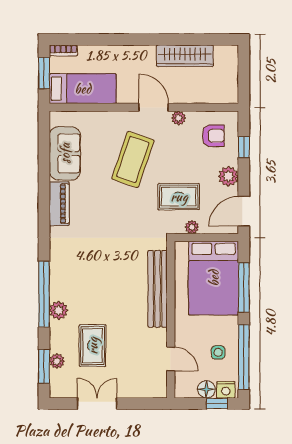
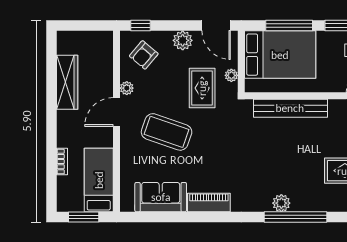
bookcase: (63, 50) -> (62, 162), moved
armchair: (213, 136) -> (144, 55), turned -140
window: (244, 147) -> (140, 26), moved
plant: (59, 310) -> (281, 203), moved

